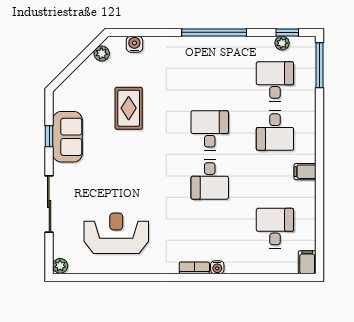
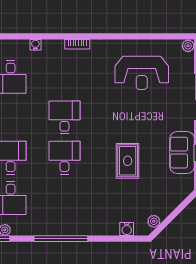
rug: (129, 108) -> (128, 161), moved
desk: (210, 130) -> (64, 158), turned 180
water cooler: (217, 267) -> (35, 45), moved

